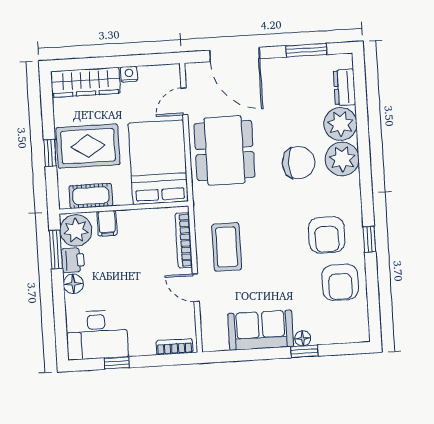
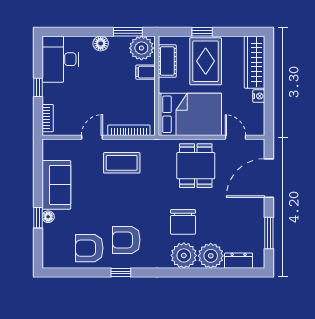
dining table: (224, 151) -> (196, 166), width x0.73
printer: (73, 260) -> (119, 44), removed
window: (117, 363) -> (38, 87), moved

